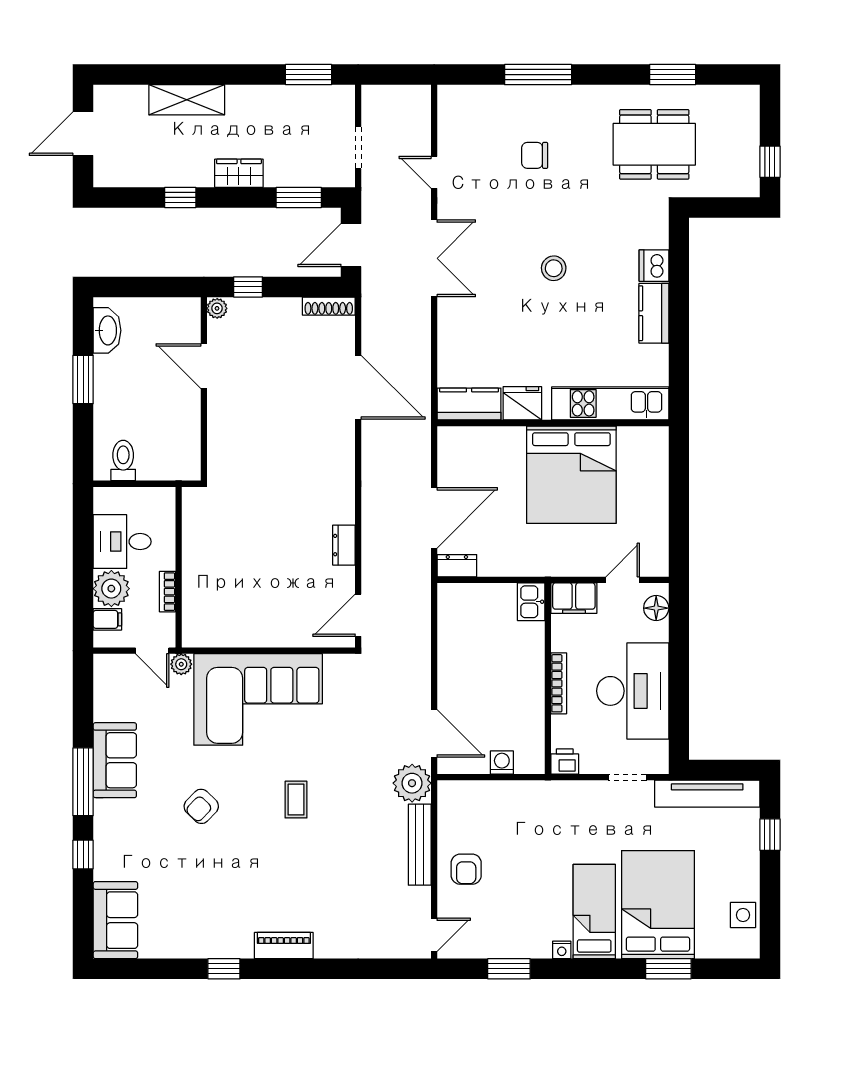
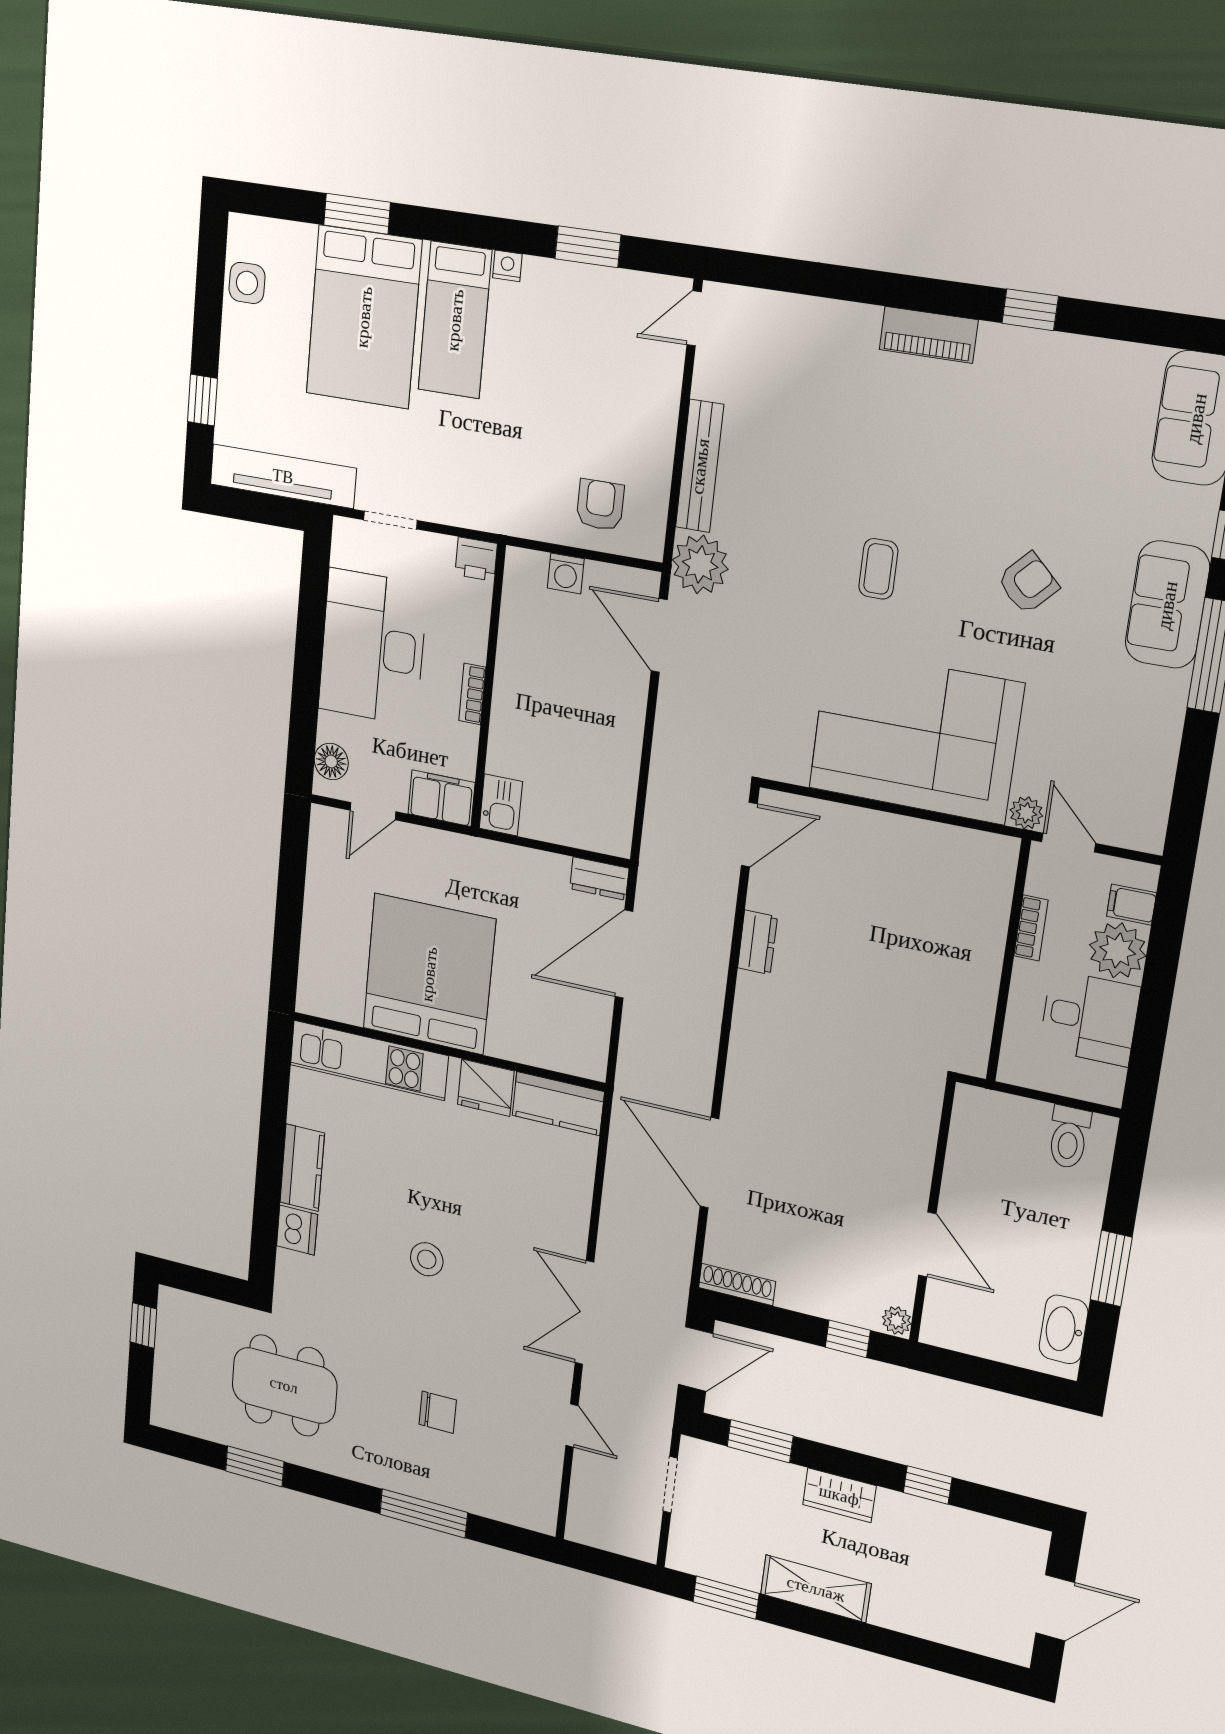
shelving: (187, 100) -> (816, 1589), moved
bookcase: (559, 683) -> (472, 694), width x0.64
sofa: (115, 760) -> (1167, 605), moved
armchair: (466, 869) -> (600, 505), moved

